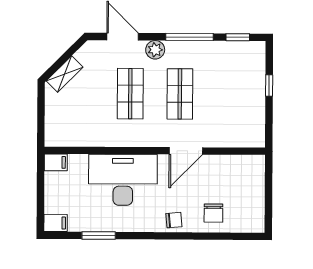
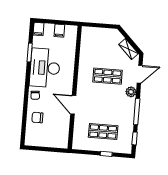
shelving: (65, 74) -> (129, 49), moved
shop shelf: (180, 94) -> (103, 131), moved
filing cabinet: (56, 162) -> (59, 31), moved
desk: (123, 180) -> (45, 68), moved, turned 180

